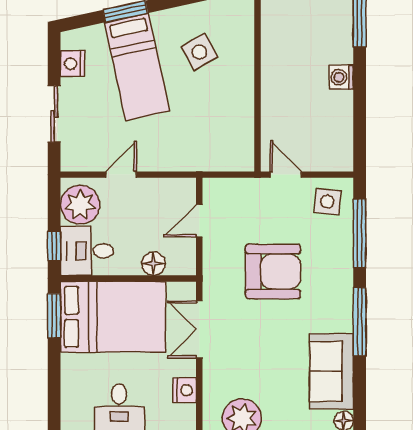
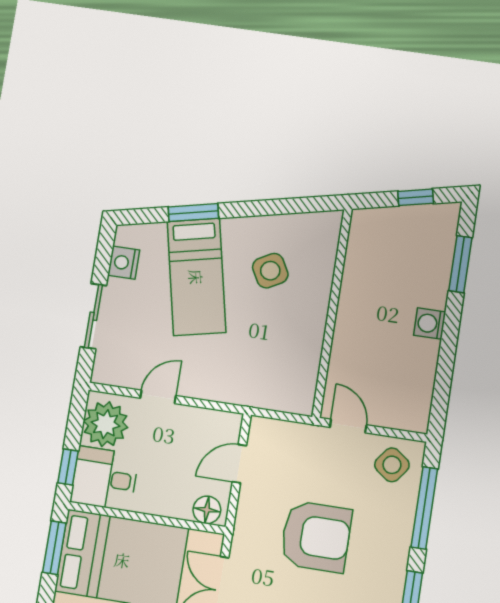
side table: (327, 202) -> (392, 465), turned 31
floor lamp: (153, 264) -> (207, 510), moved

